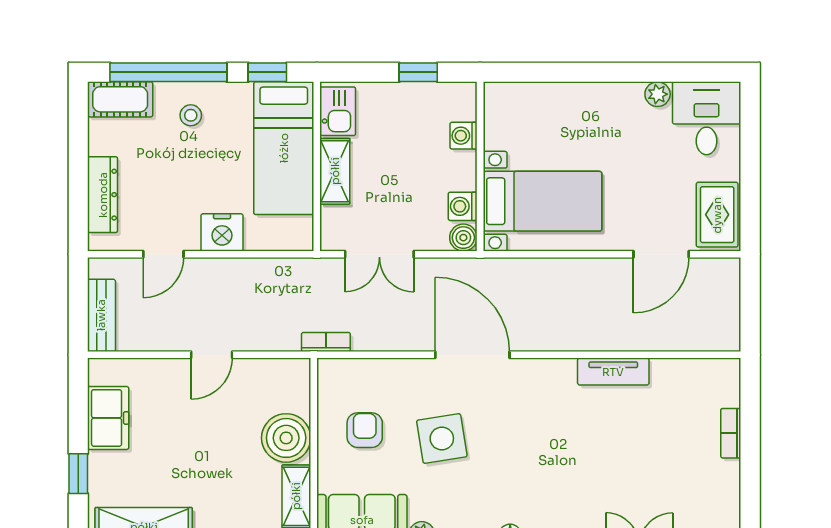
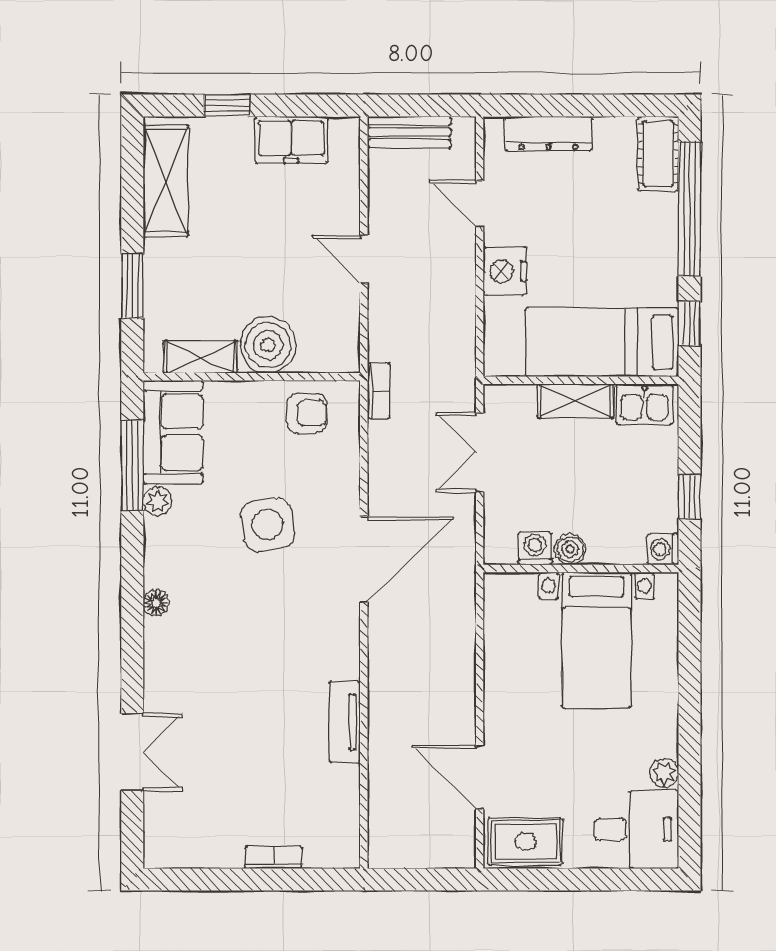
stool: (191, 115) -> (640, 235), removed
washing machine: (464, 136) -> (663, 549), moved, turned -90
bed with nightstands: (542, 201) -> (597, 640), moved
boiler: (463, 238) -> (570, 549), moved
armchair: (365, 430) -> (307, 413), moved

